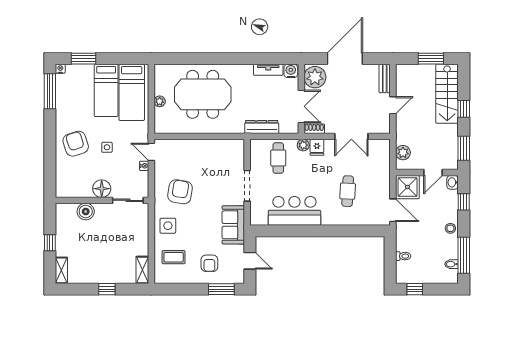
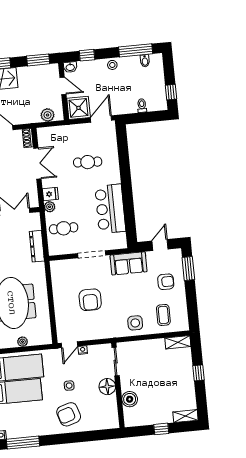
shoe rack: (314, 129) -> (28, 138), moved
armchair: (180, 192) -> (90, 300), moved, turned -99

